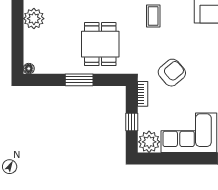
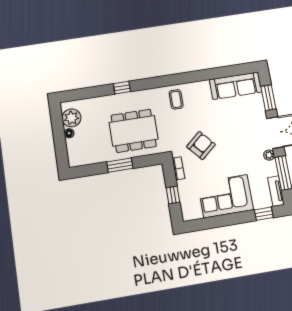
dining table: (100, 44) -> (134, 131), width x1.38
floor lamp: (29, 69) -> (69, 133), moved
plant: (149, 142) -> (191, 210), removed

